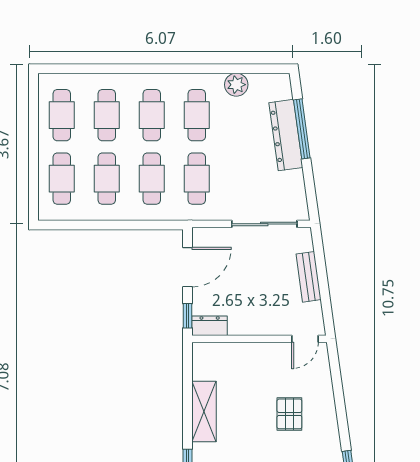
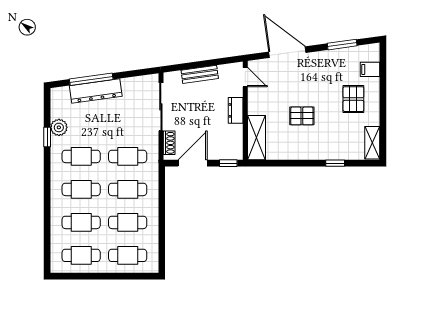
window: (223, 69) -> (47, 137), added
shoe rack: (215, 235) -> (169, 143), added
door: (188, 267) -> (193, 163), hinge flipped
dresser: (210, 326) -> (236, 110), moved
door: (339, 396) -> (287, 52), added
shelving: (204, 412) -> (257, 138), moved, turned 90
pallet: (289, 414) -> (302, 116), moved

